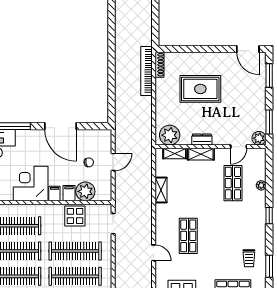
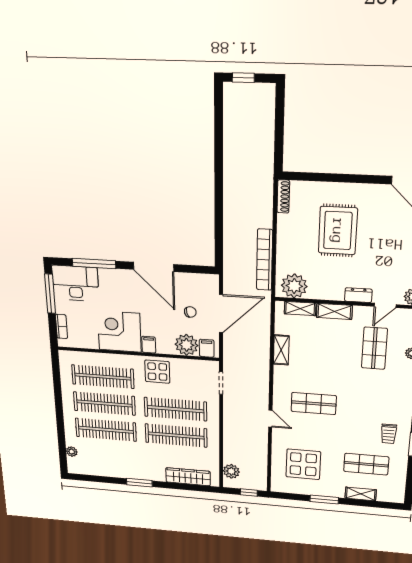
bookcase: (147, 71) -> (265, 260), moved
rug: (200, 89) -> (338, 231), turned 90
dresser: (202, 140) -> (358, 295), moved
door: (113, 162) -> (221, 313), width x1.88
filing cabinet: (69, 193) -> (207, 348), moved
display table: (75, 216) -> (157, 372), moved
shop shelf: (188, 236) -> (314, 404), turned 90

